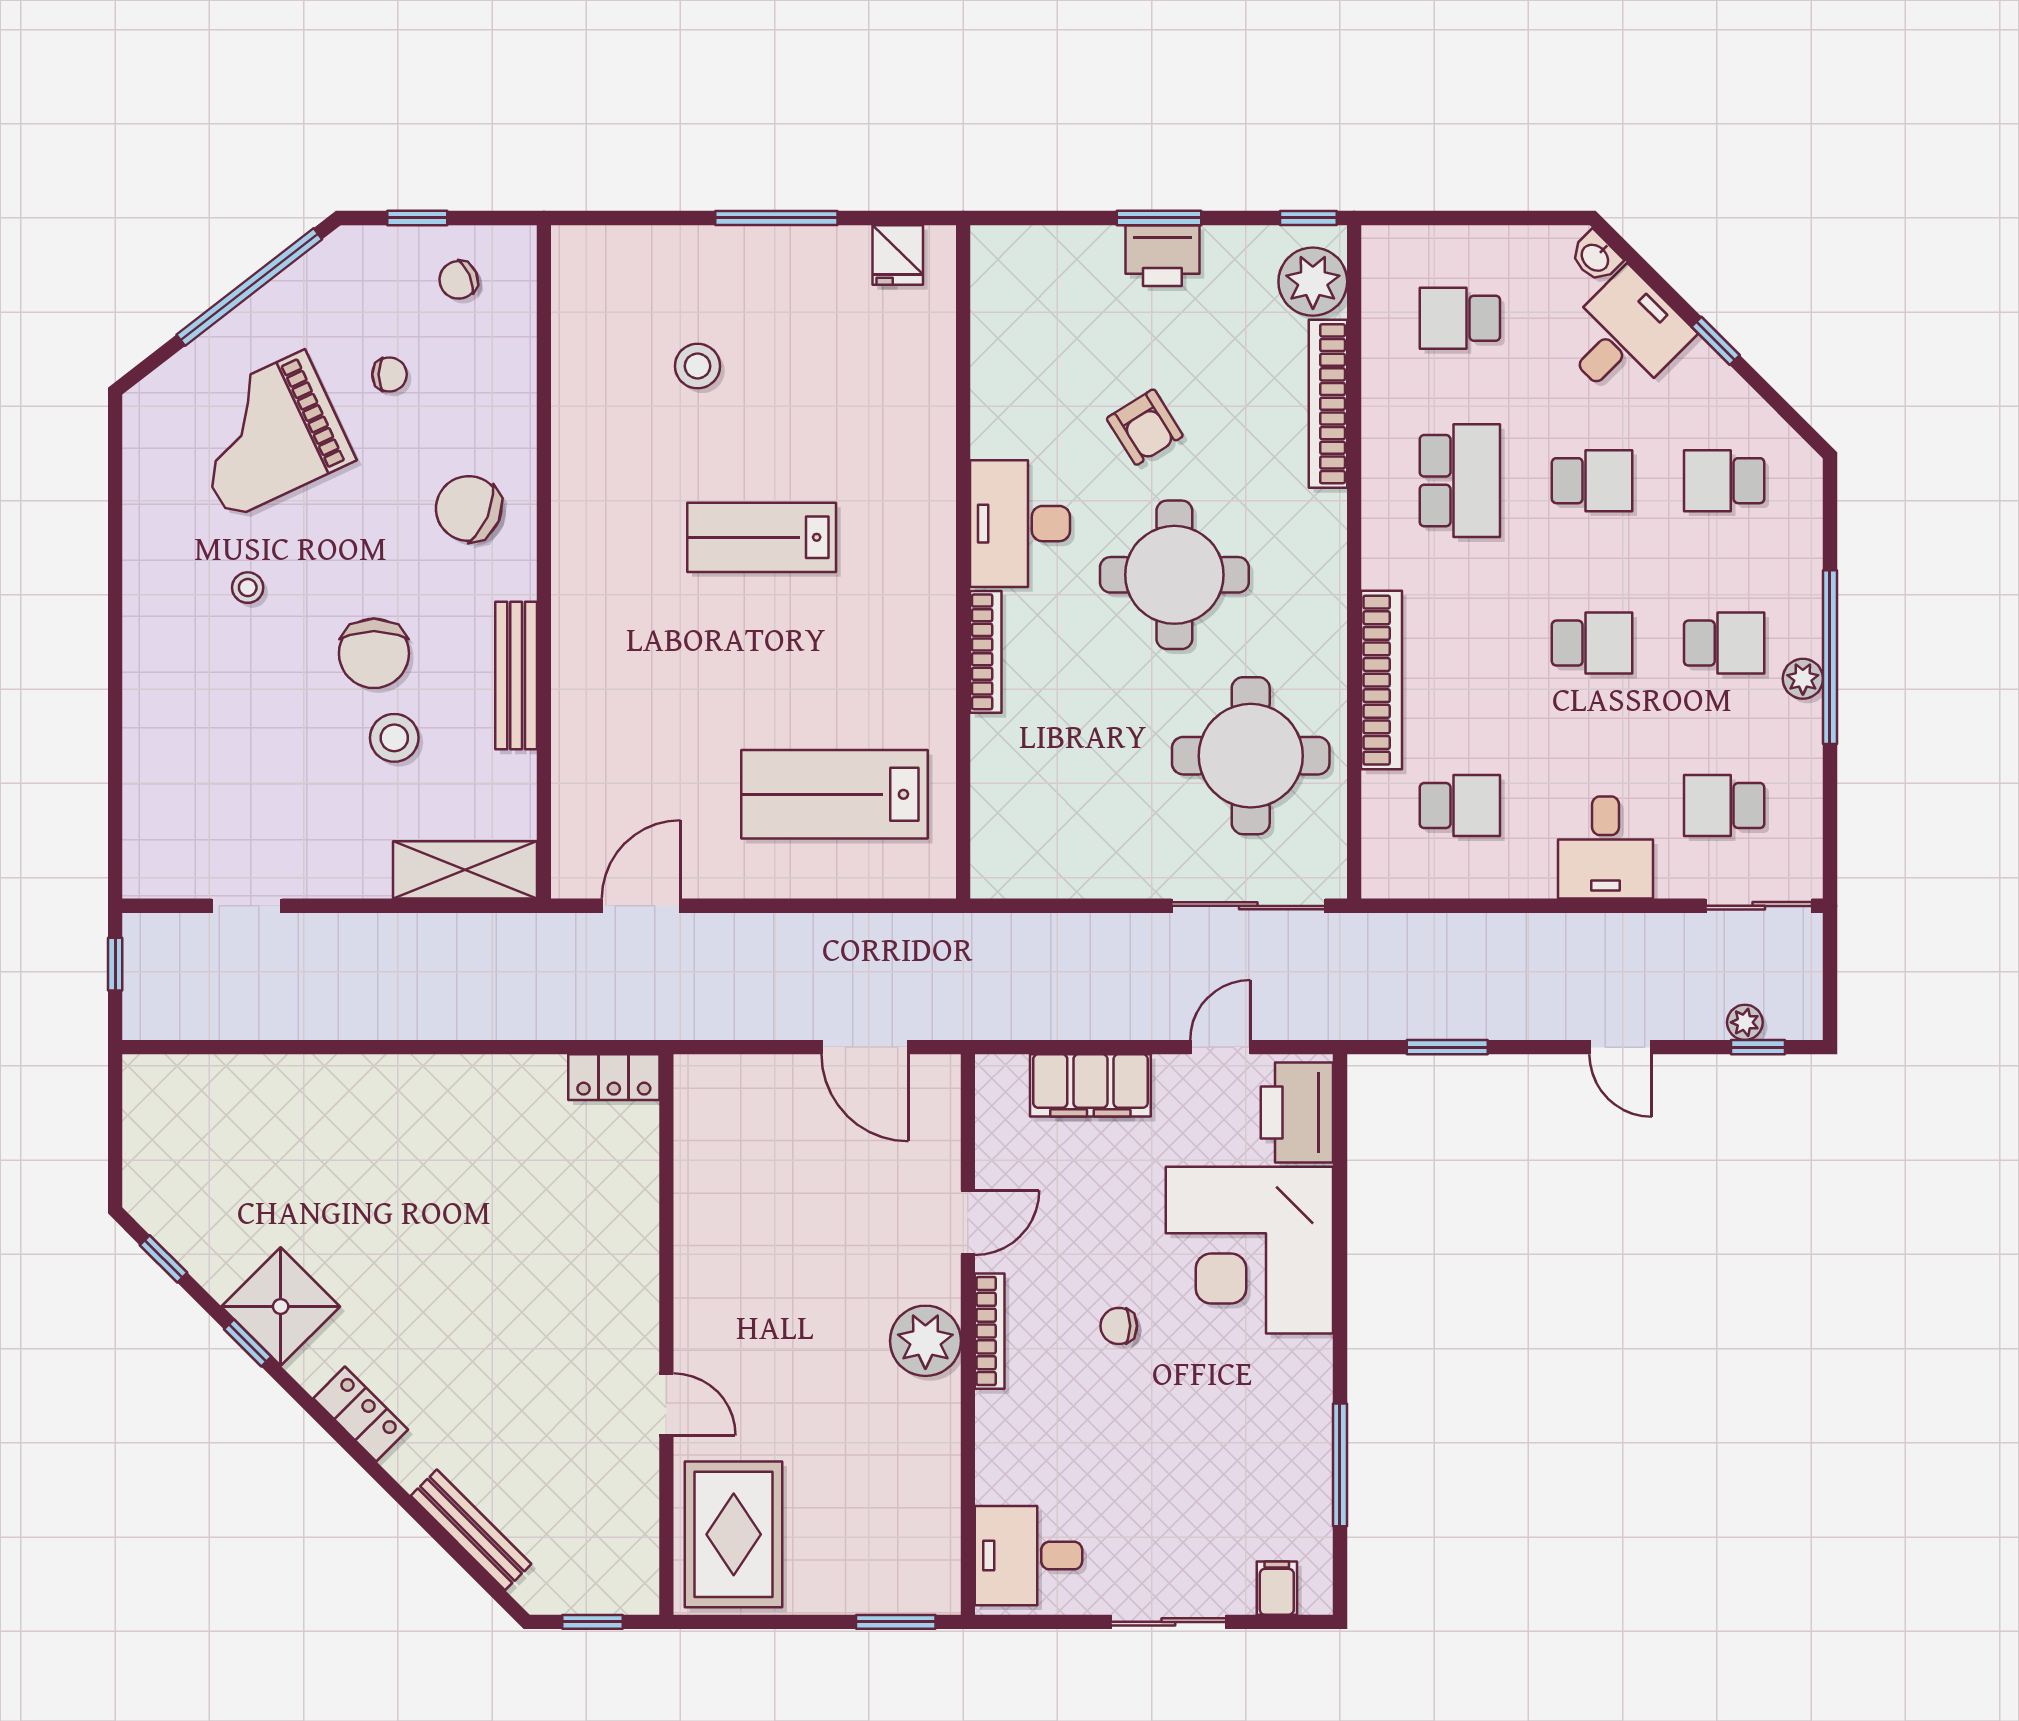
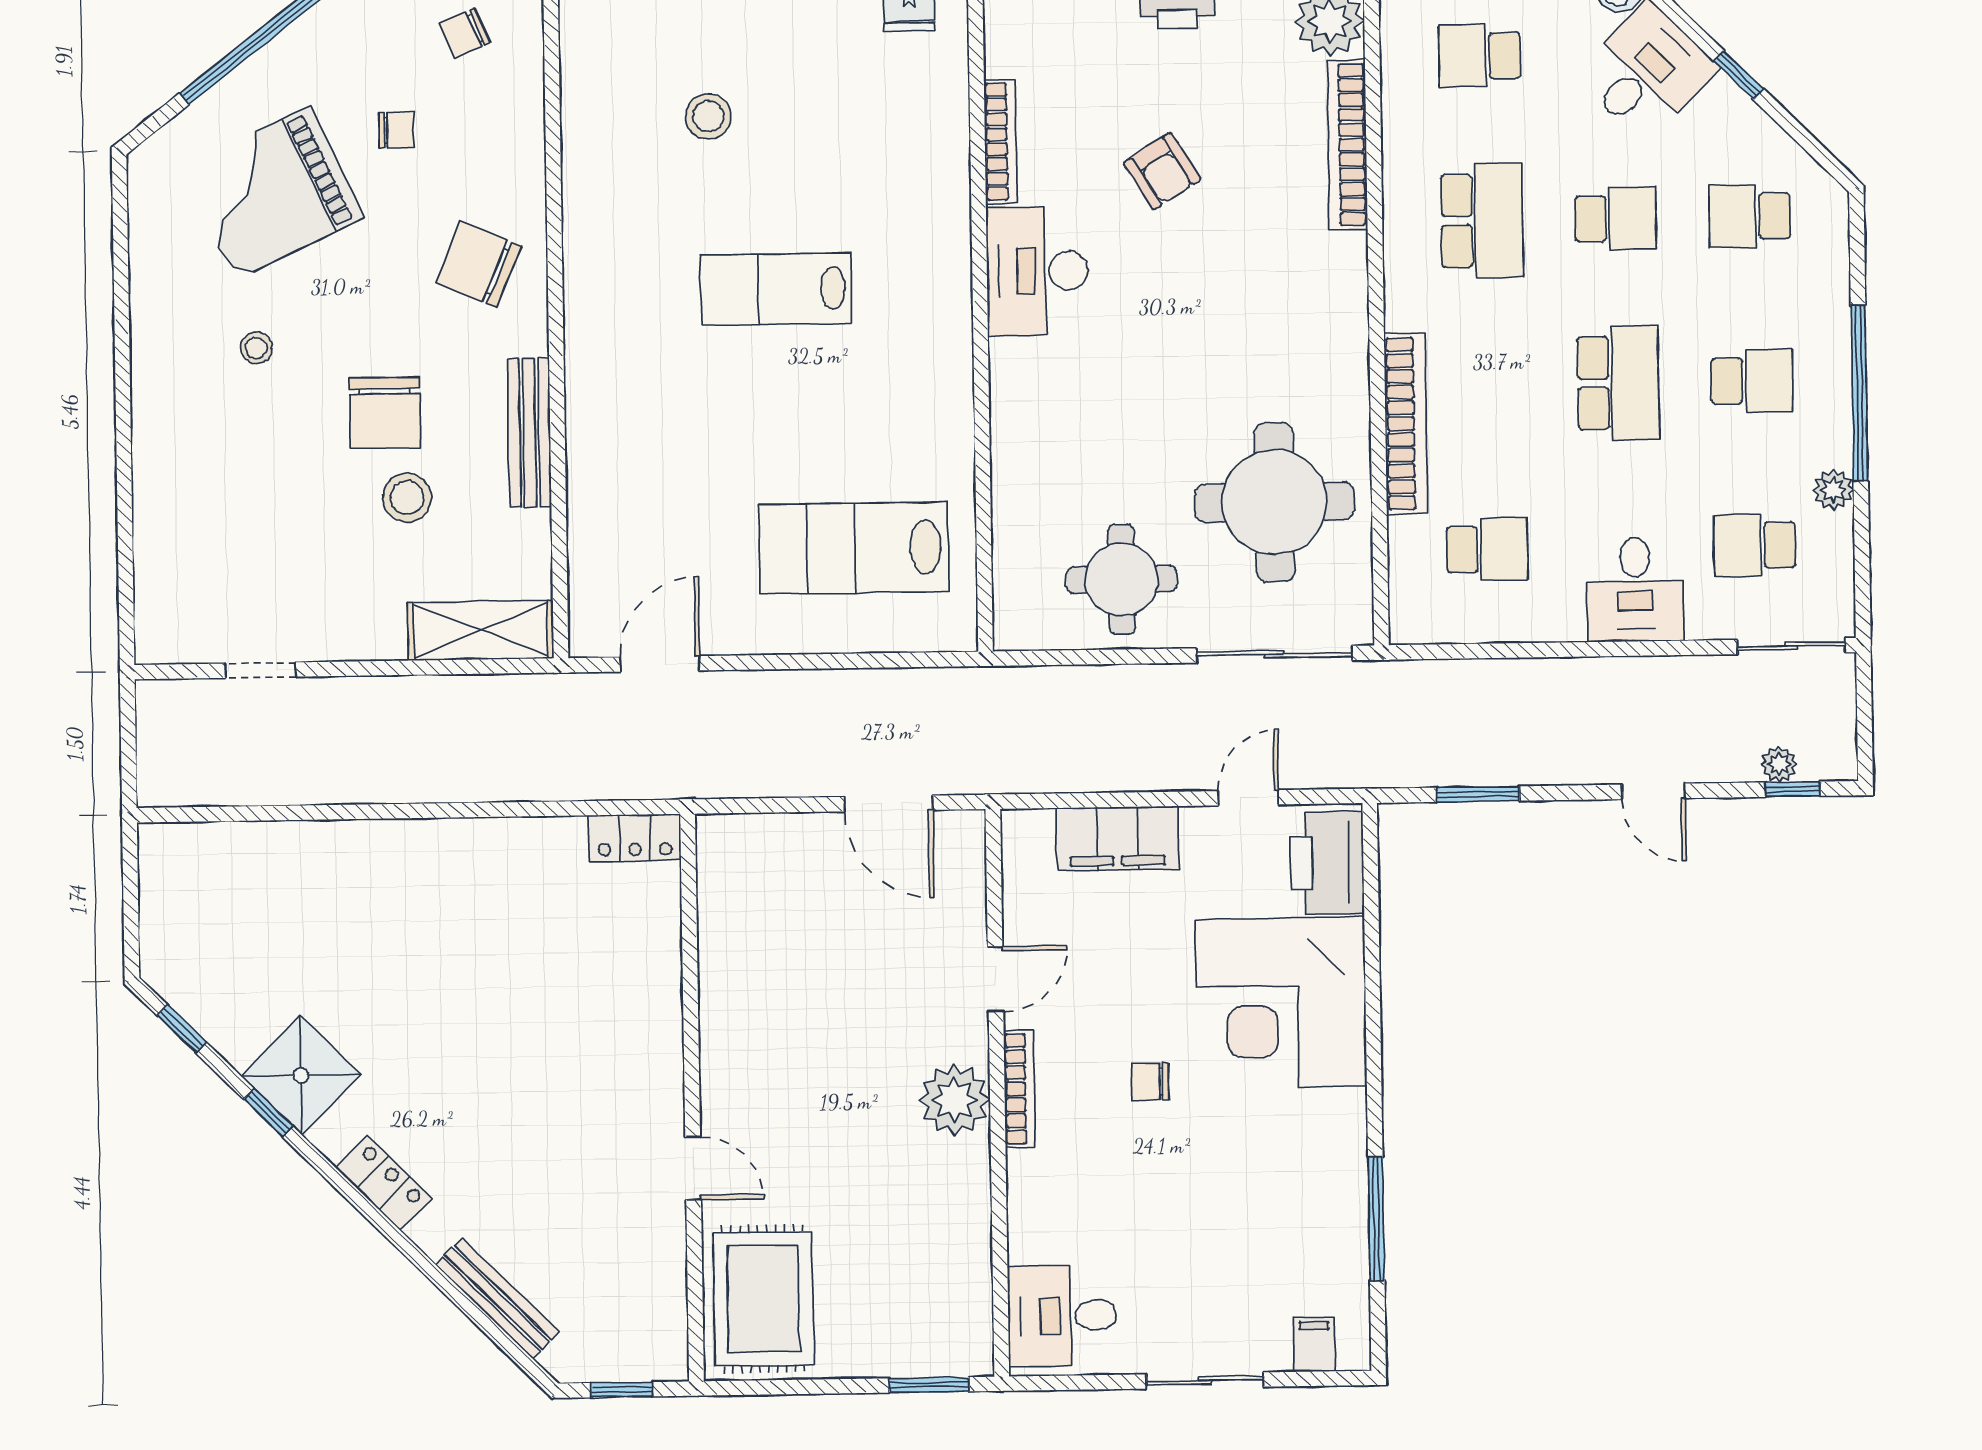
round table: (1174, 575) -> (1122, 579), moved, width x0.73, depth x0.73
school desk: (1592, 643) -> (1618, 383), width x1.85
bookcase: (986, 652) -> (1001, 142), moved
plant: (1803, 679) -> (1833, 490), moved
window: (115, 964) -> (128, 731), removed

